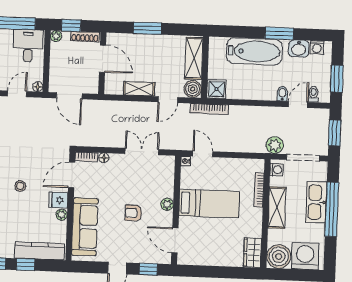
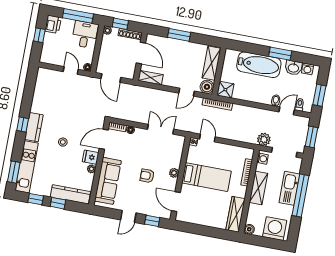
shelving: (139, 89) -> (151, 78), moved
door: (17, 94) -> (71, 70), hinge flipped
wardrobe: (252, 253) -> (236, 214), width x1.50
boiler: (279, 256) -> (249, 229), width x0.54, depth x0.54

